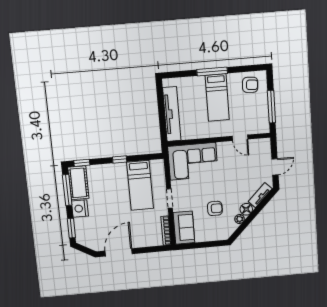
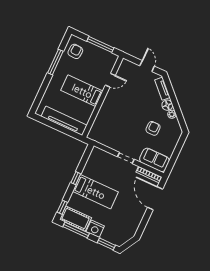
window: (212, 71) -> (55, 62), moved
bed: (217, 98) -> (82, 91), moved, turned 180
corner sofa: (193, 161) -> (108, 125), removed
bed: (140, 185) -> (95, 192), moved
door: (119, 252) -> (155, 198), moved

